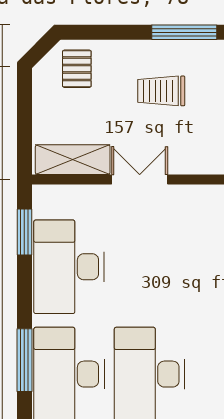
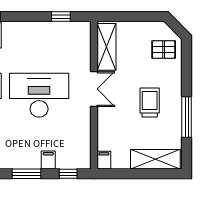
window: (24, 232) -> (61, 17), width x0.67
desk: (69, 267) -> (39, 95), moved

